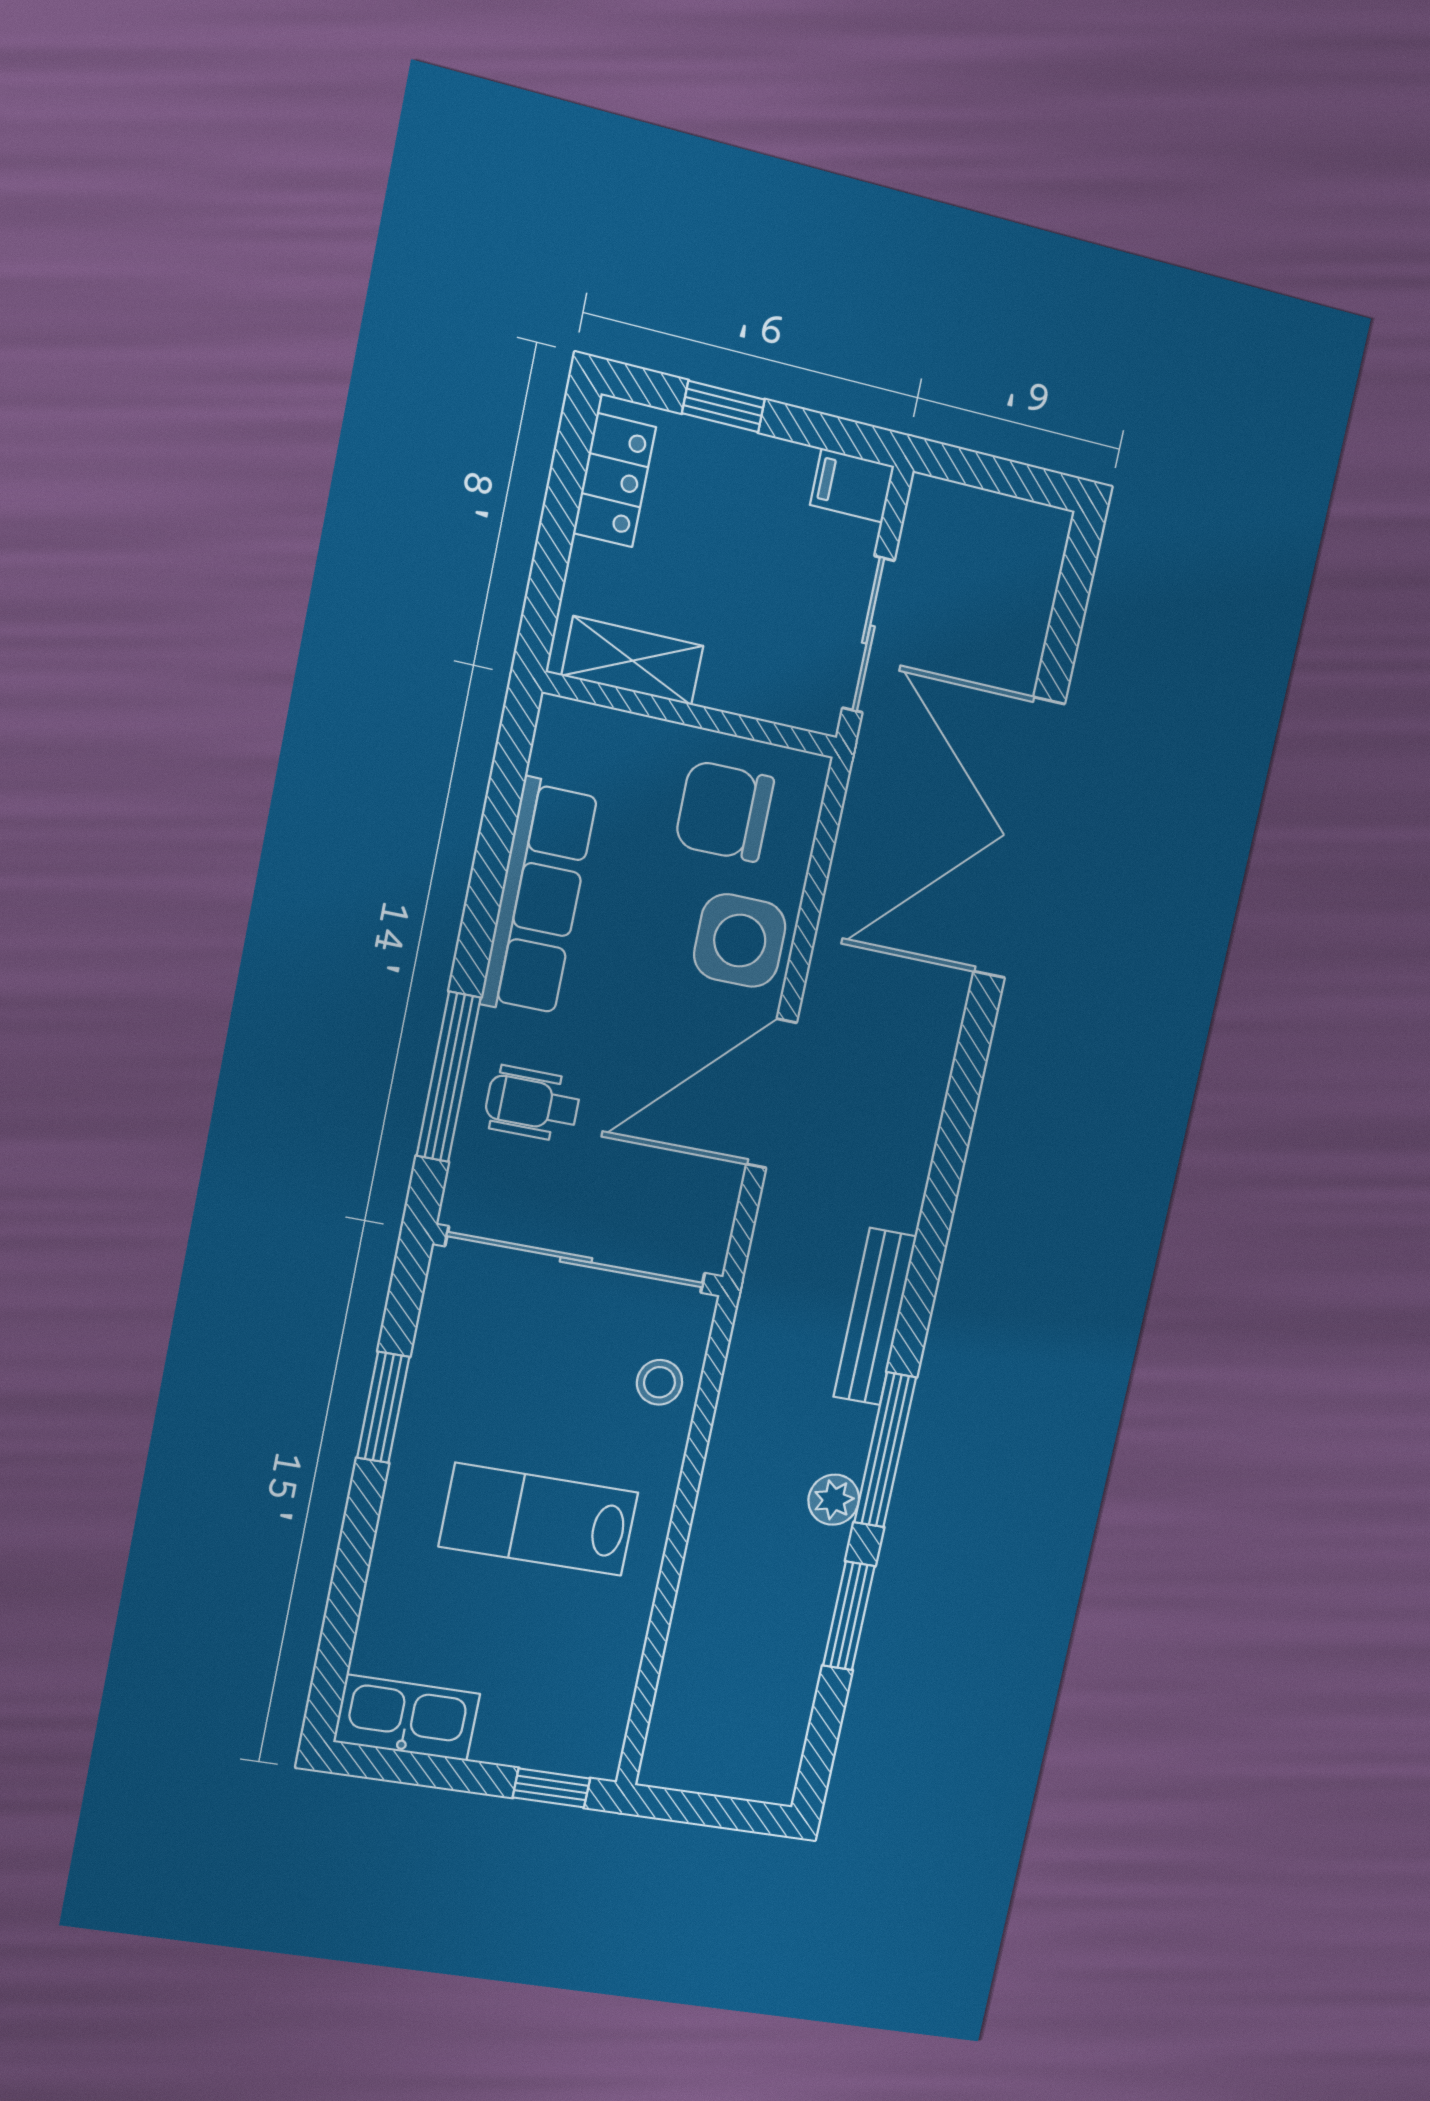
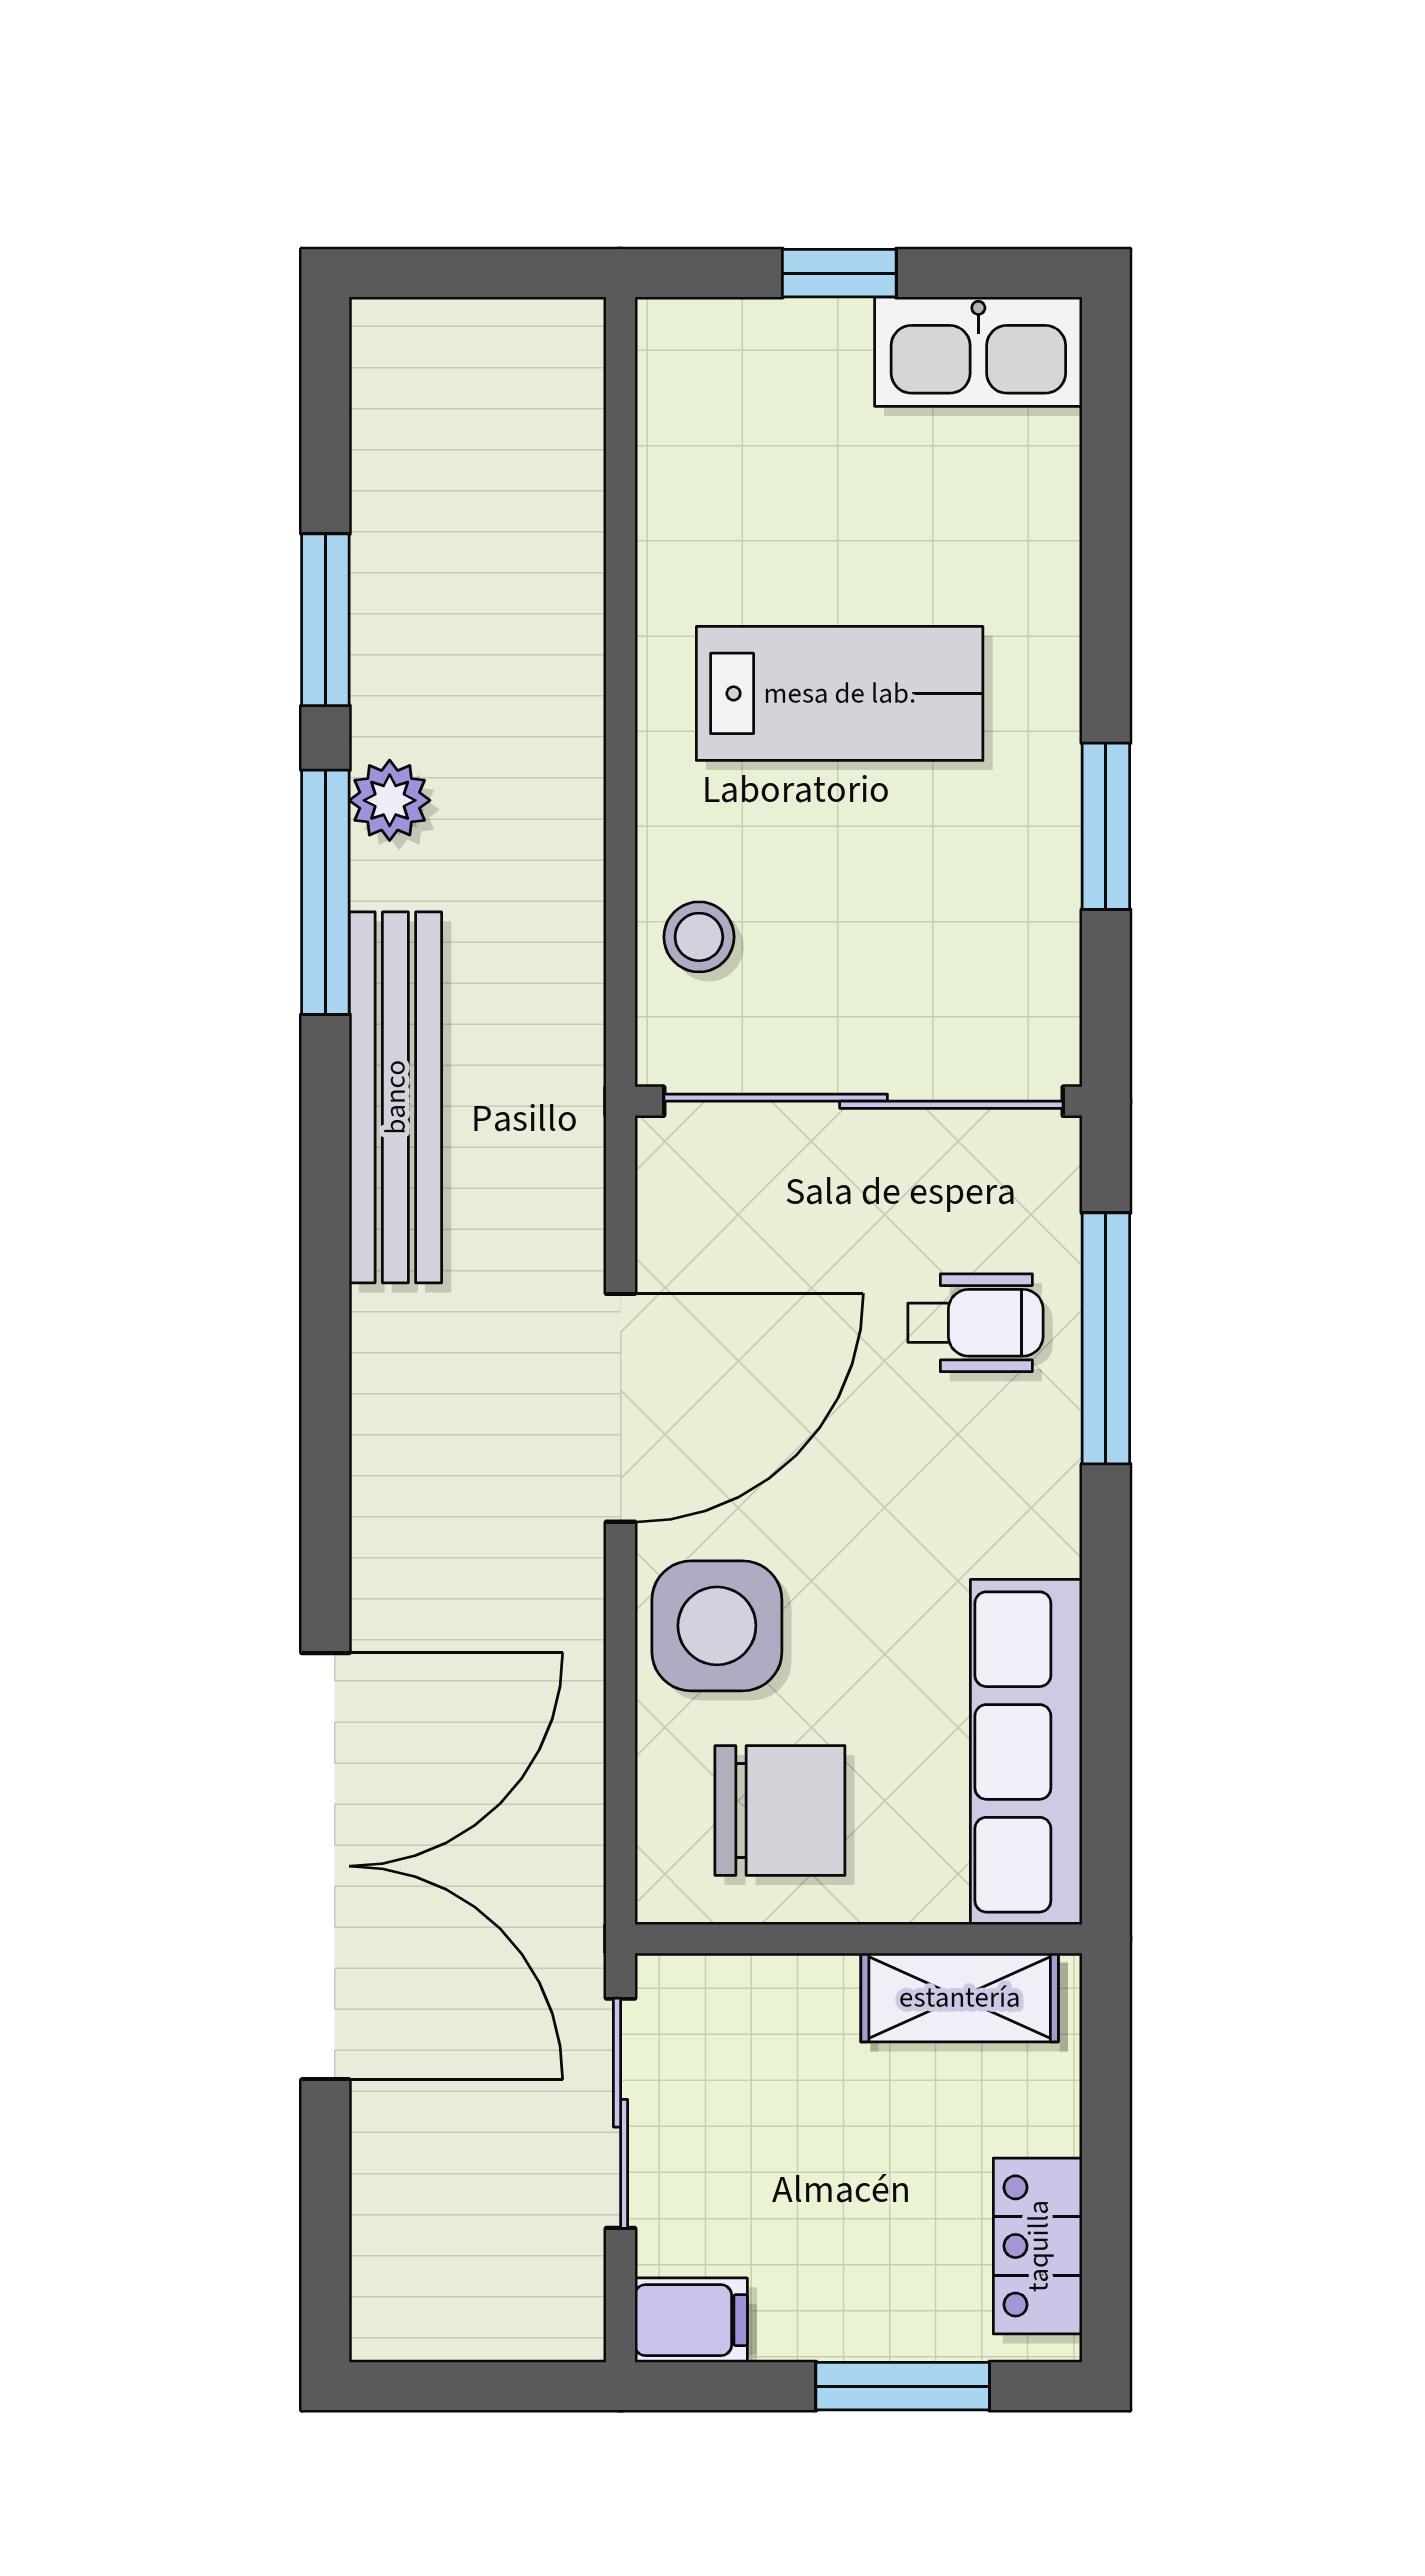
window: (723, 406) -> (903, 2386), width x1.50
row of seats: (539, 898) -> (1026, 1752), moved
bench: (875, 1317) -> (395, 1097), width x1.37, depth x1.21
window: (551, 1788) -> (839, 273), moved

